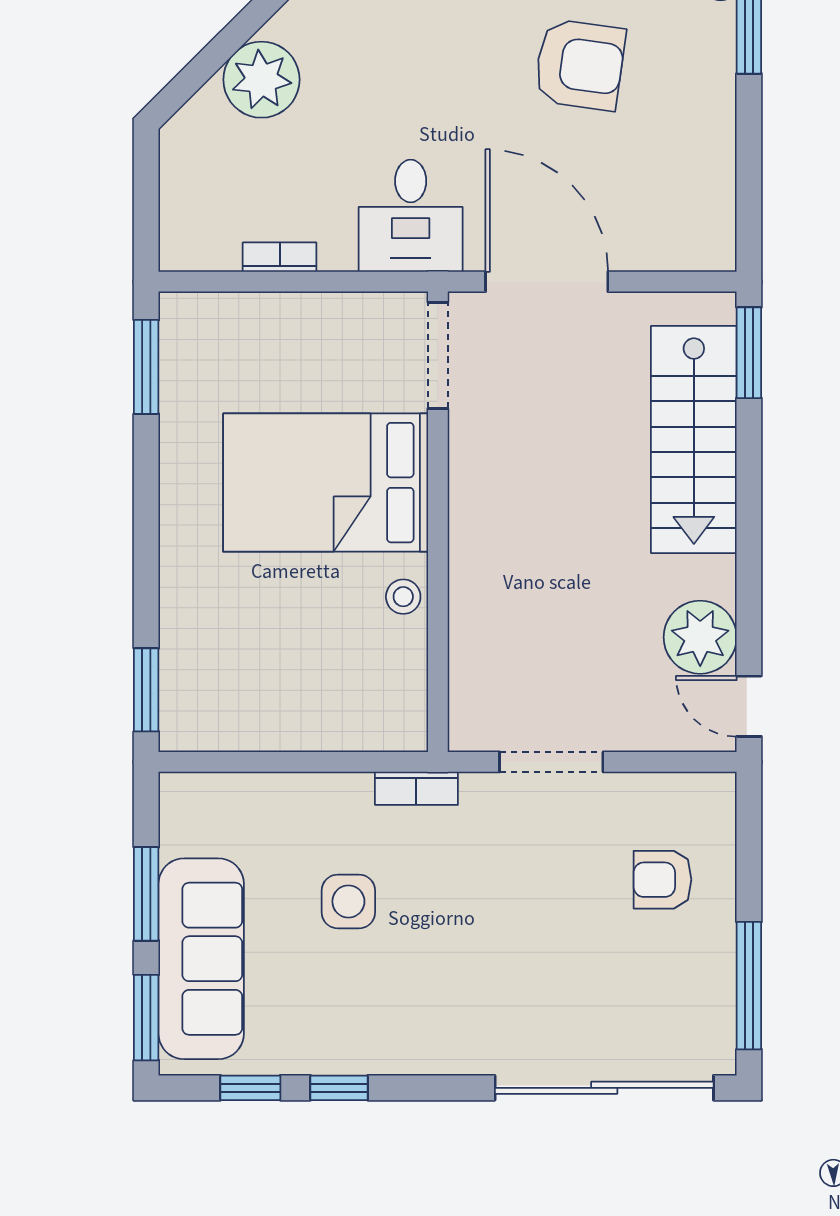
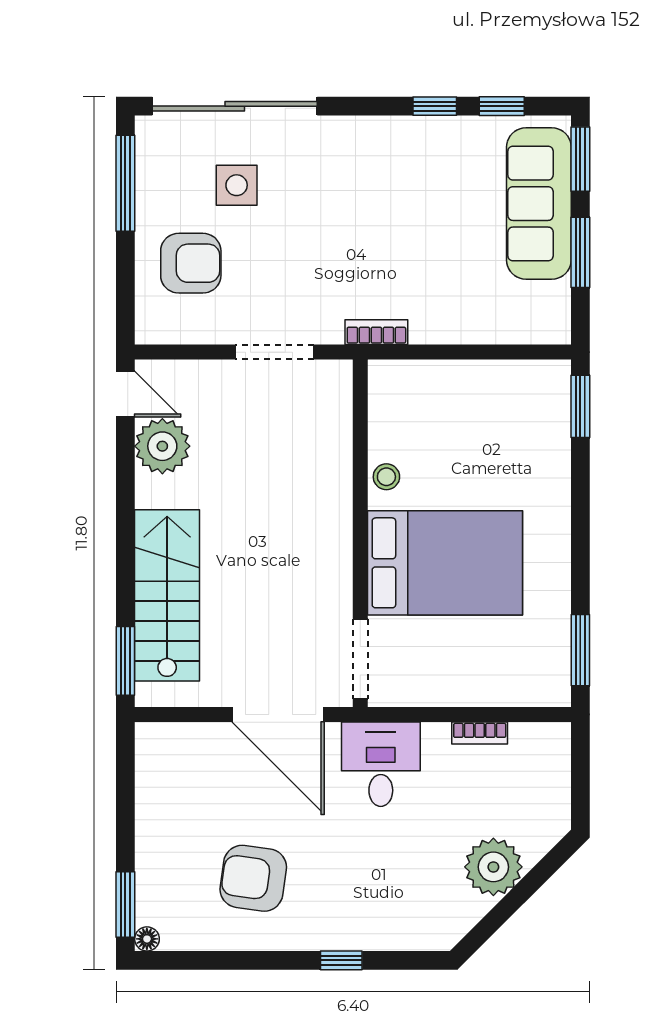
armchair: (662, 880) -> (191, 263), width x1.38, depth x1.38
side table: (348, 901) -> (237, 185), moved

